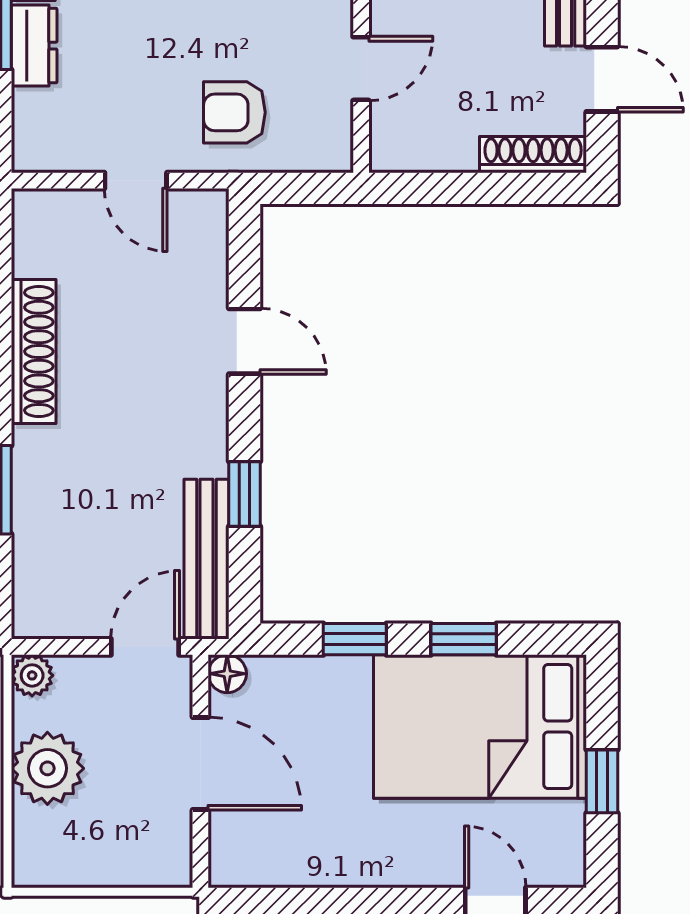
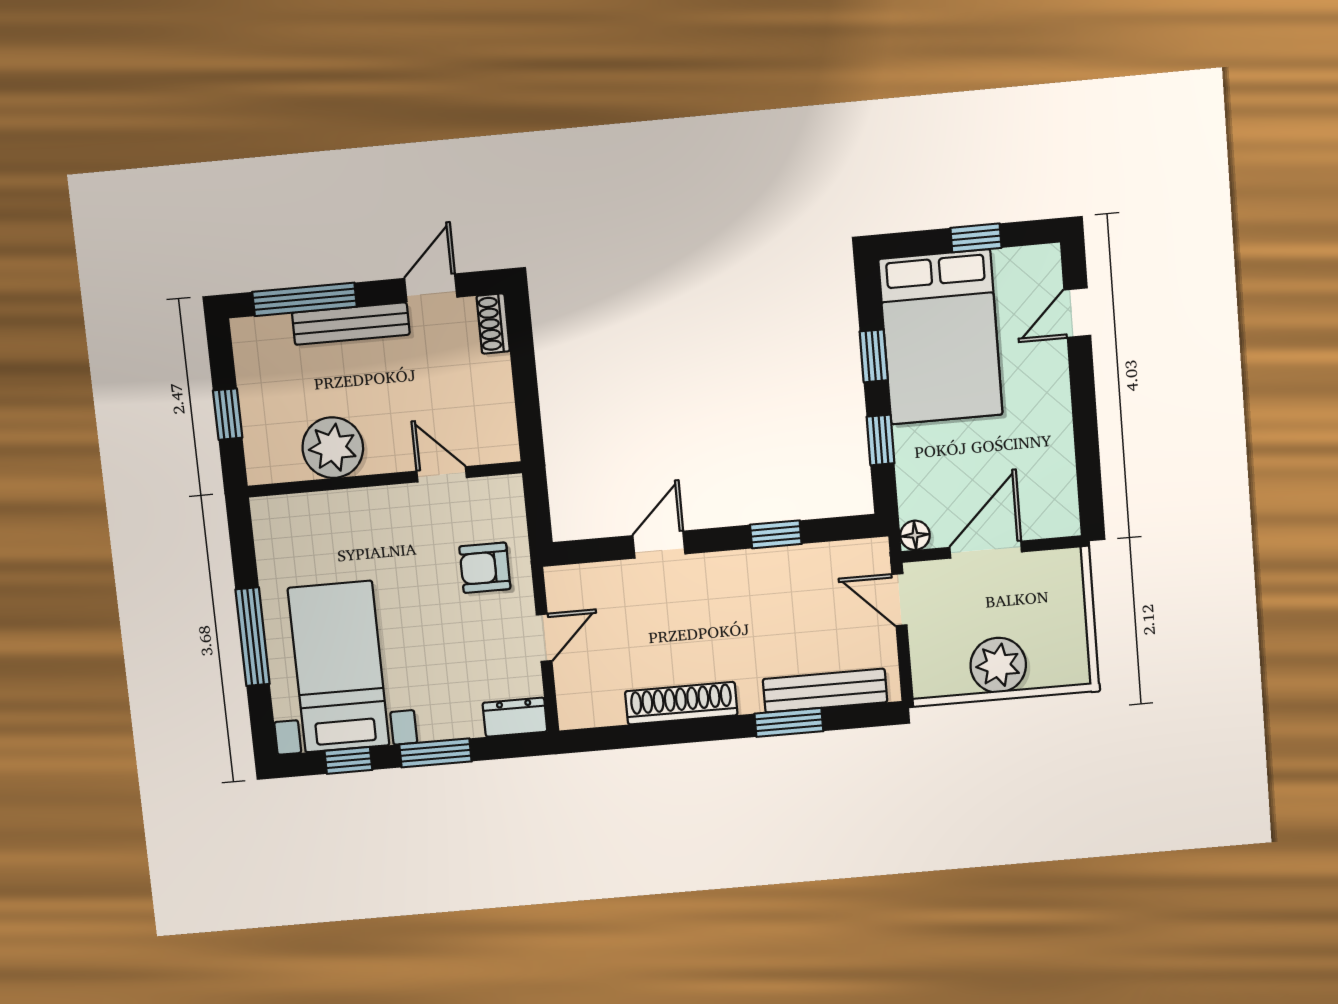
dresser: (34, 46) -> (515, 717), moved
armchair: (234, 112) -> (485, 568), turned 90
shoe rack: (533, 155) -> (493, 324), width x0.70
bench: (207, 559) -> (825, 691), moved
plant: (32, 675) -> (928, 683), removed

